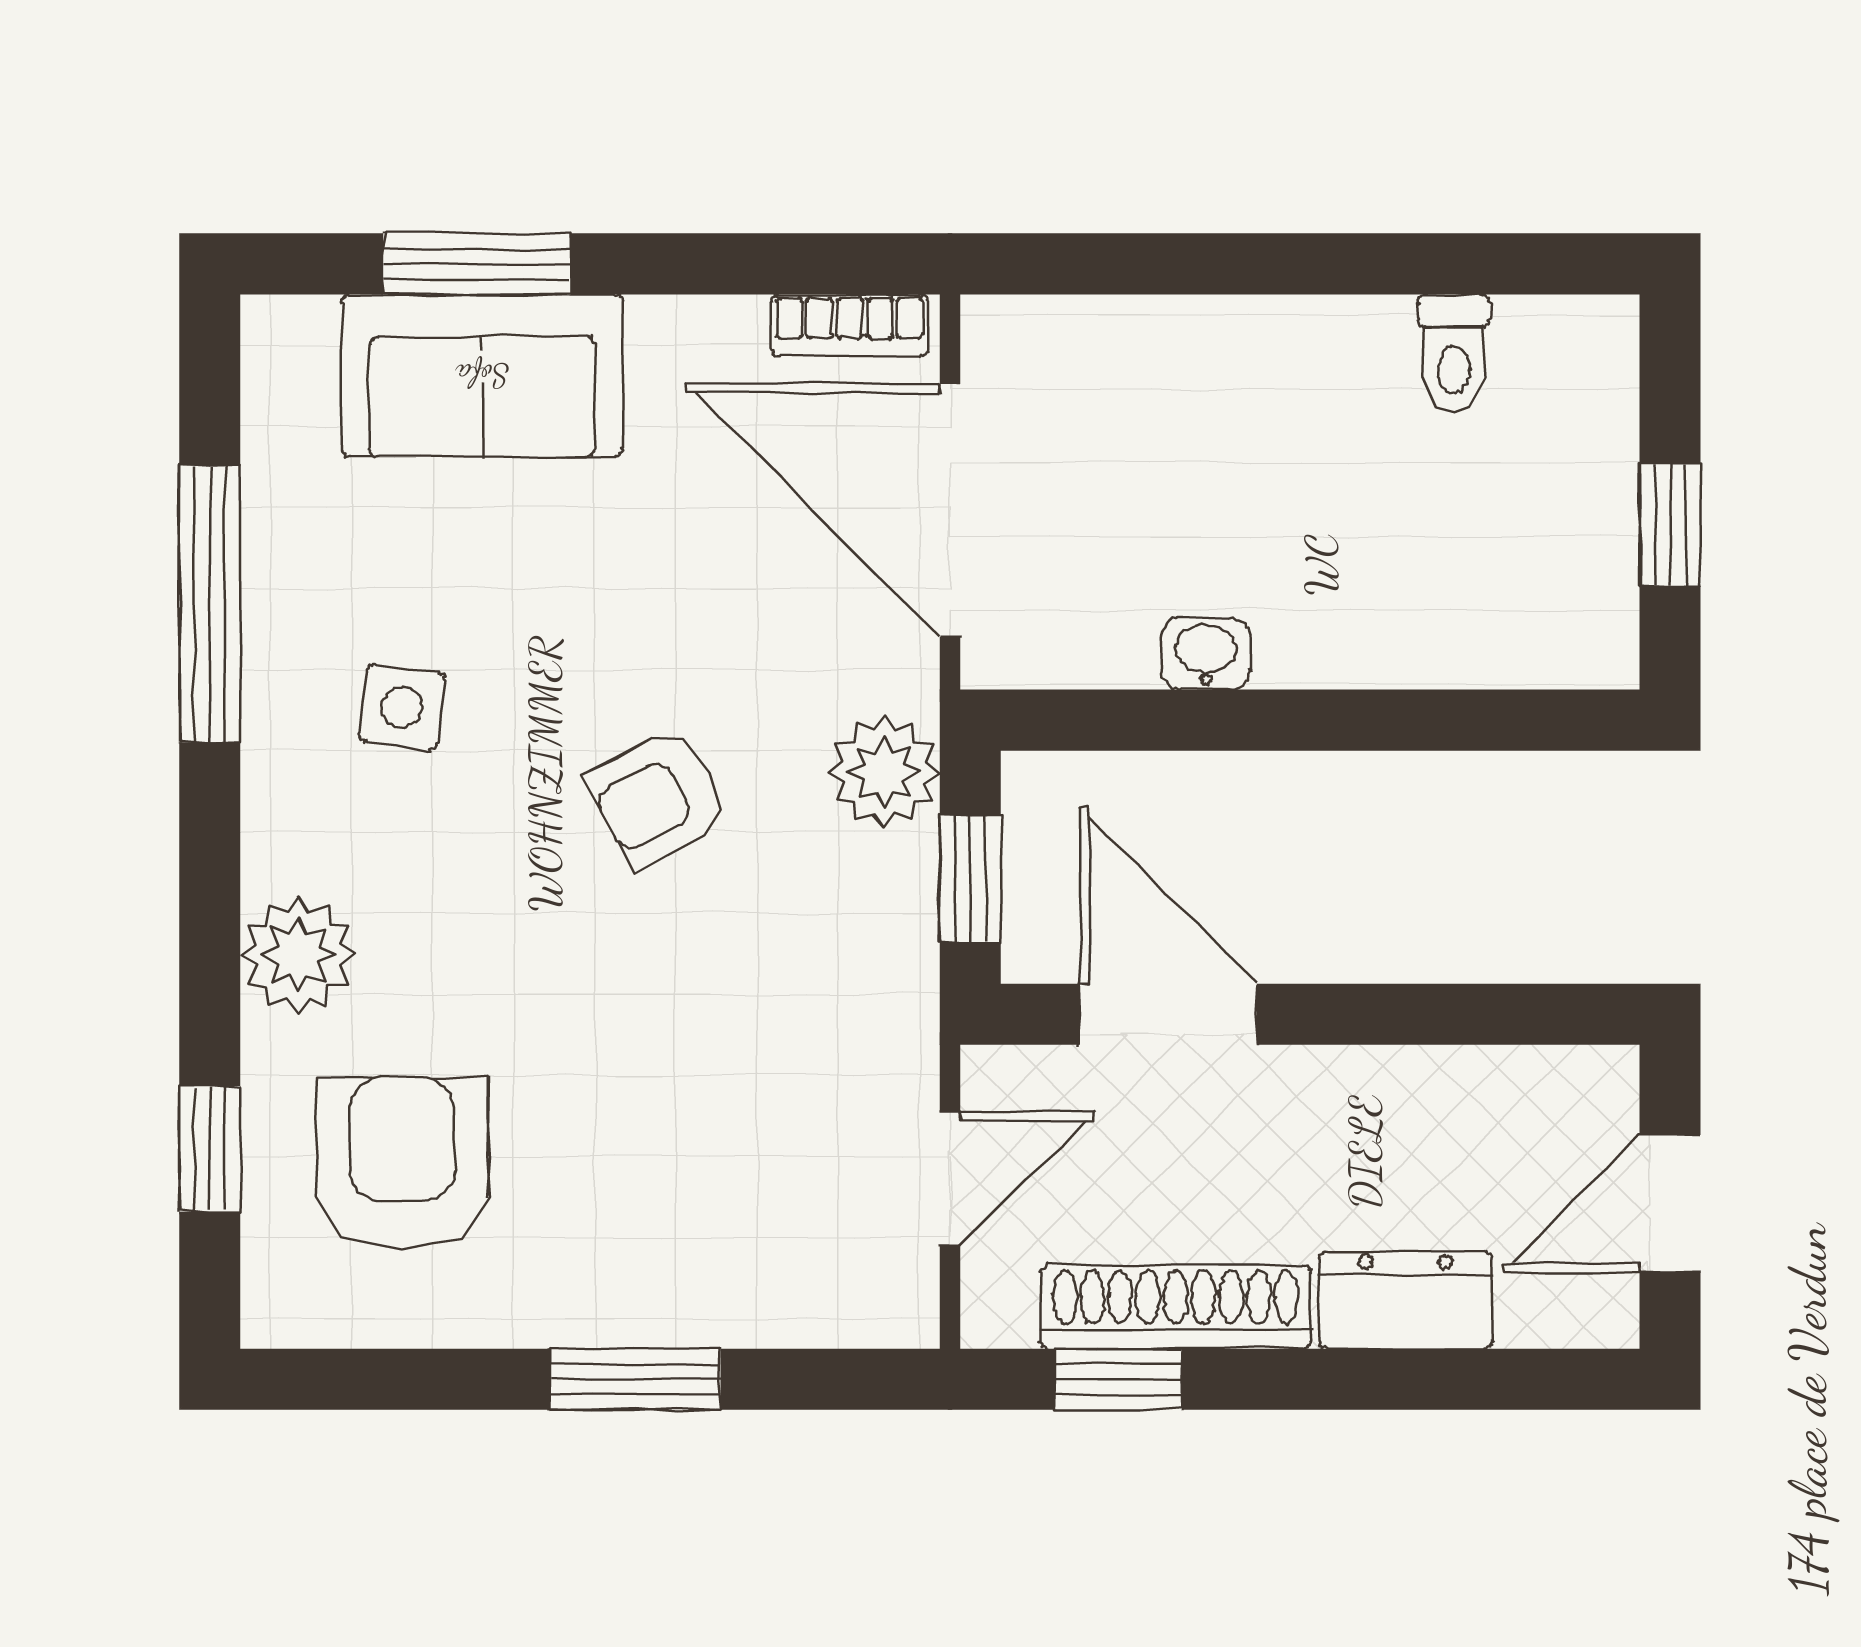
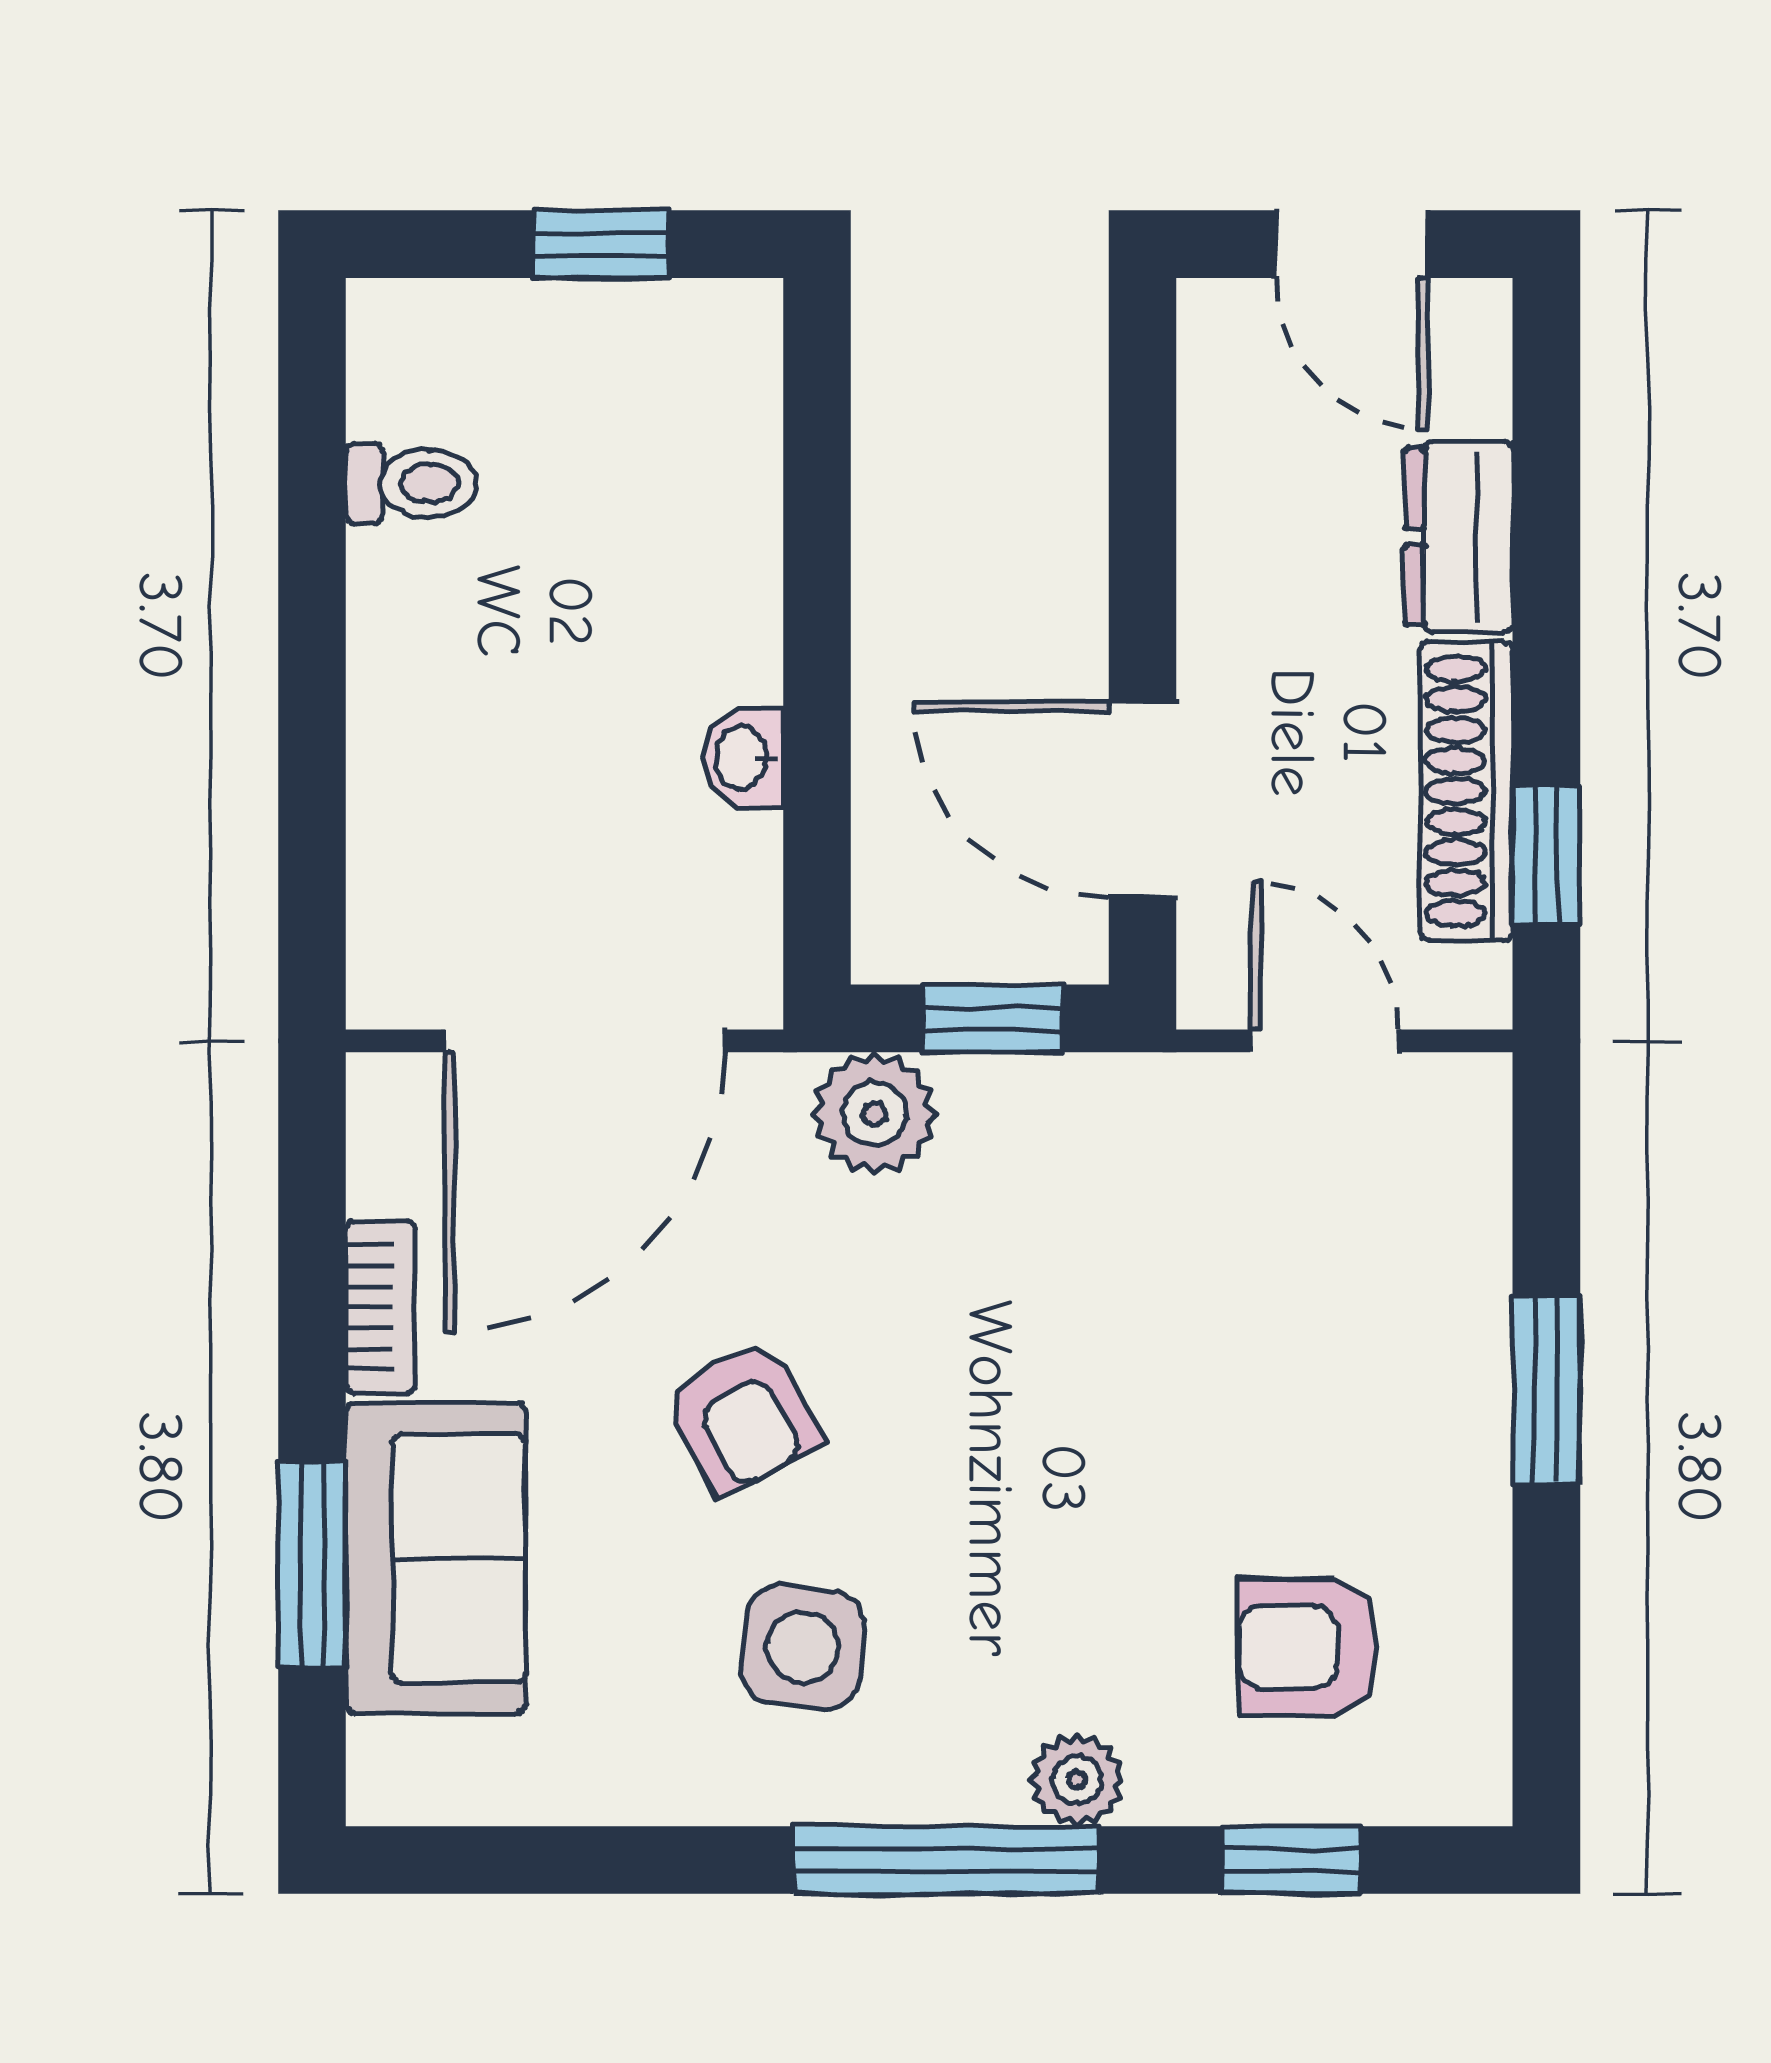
bookcase: (850, 326) -> (380, 1307), moved
window: (210, 604) -> (947, 1860), moved
side table: (402, 707) -> (803, 1647), width x1.37, depth x1.37
armchair: (658, 798) -> (742, 1416), moved
plant: (298, 955) -> (1077, 1780), width x0.73, depth x0.73
door: (1168, 1014) -> (1142, 799), hinge flipped
armchair: (402, 1163) -> (1307, 1647), width x0.72, depth x0.72

